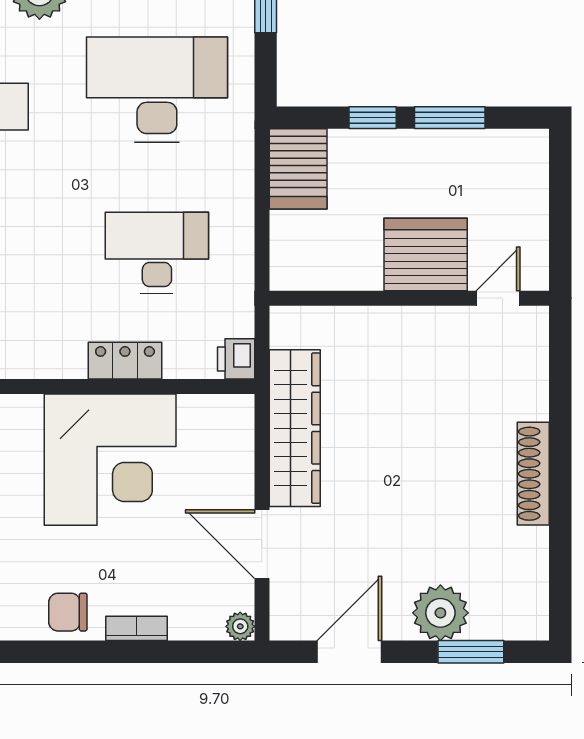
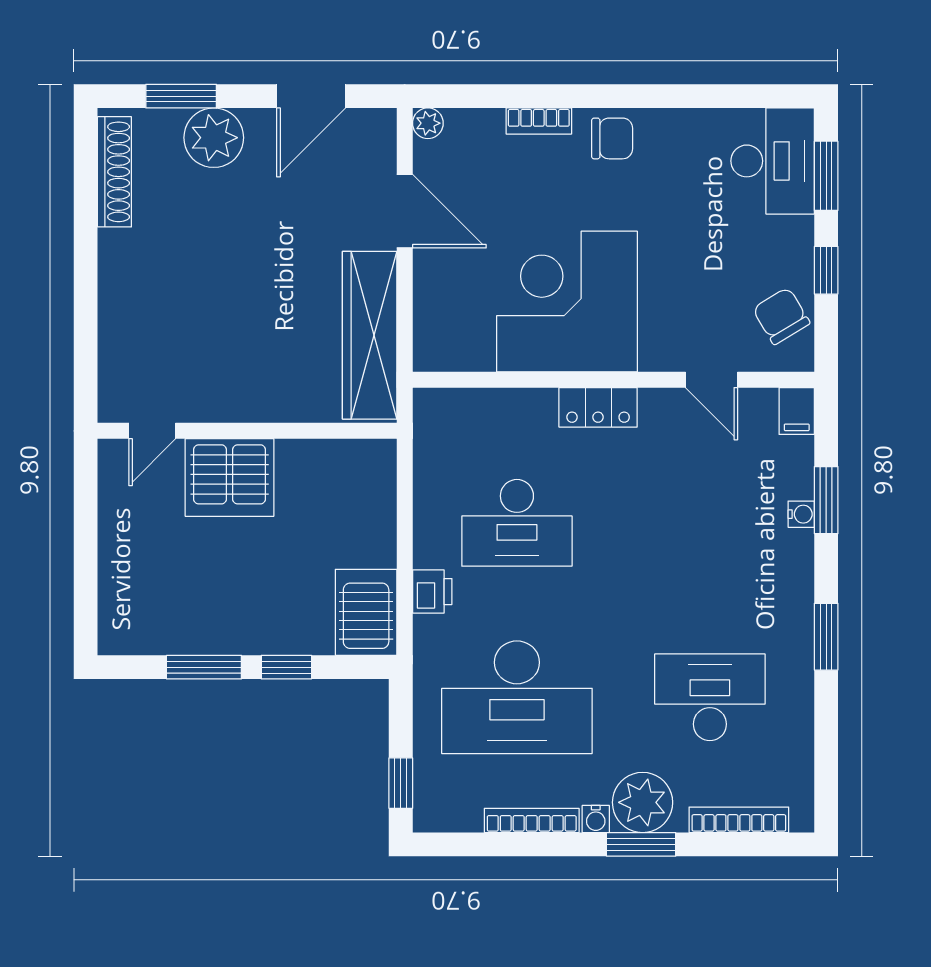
server rack: (426, 255) -> (230, 478), moved
wall: (409, 298) -> (247, 431), moved
door: (498, 298) -> (152, 431), moved
printer: (236, 359) -> (432, 592), moved
locker: (125, 361) -> (598, 407), moved
shoe rack: (533, 474) -> (114, 172), moved

